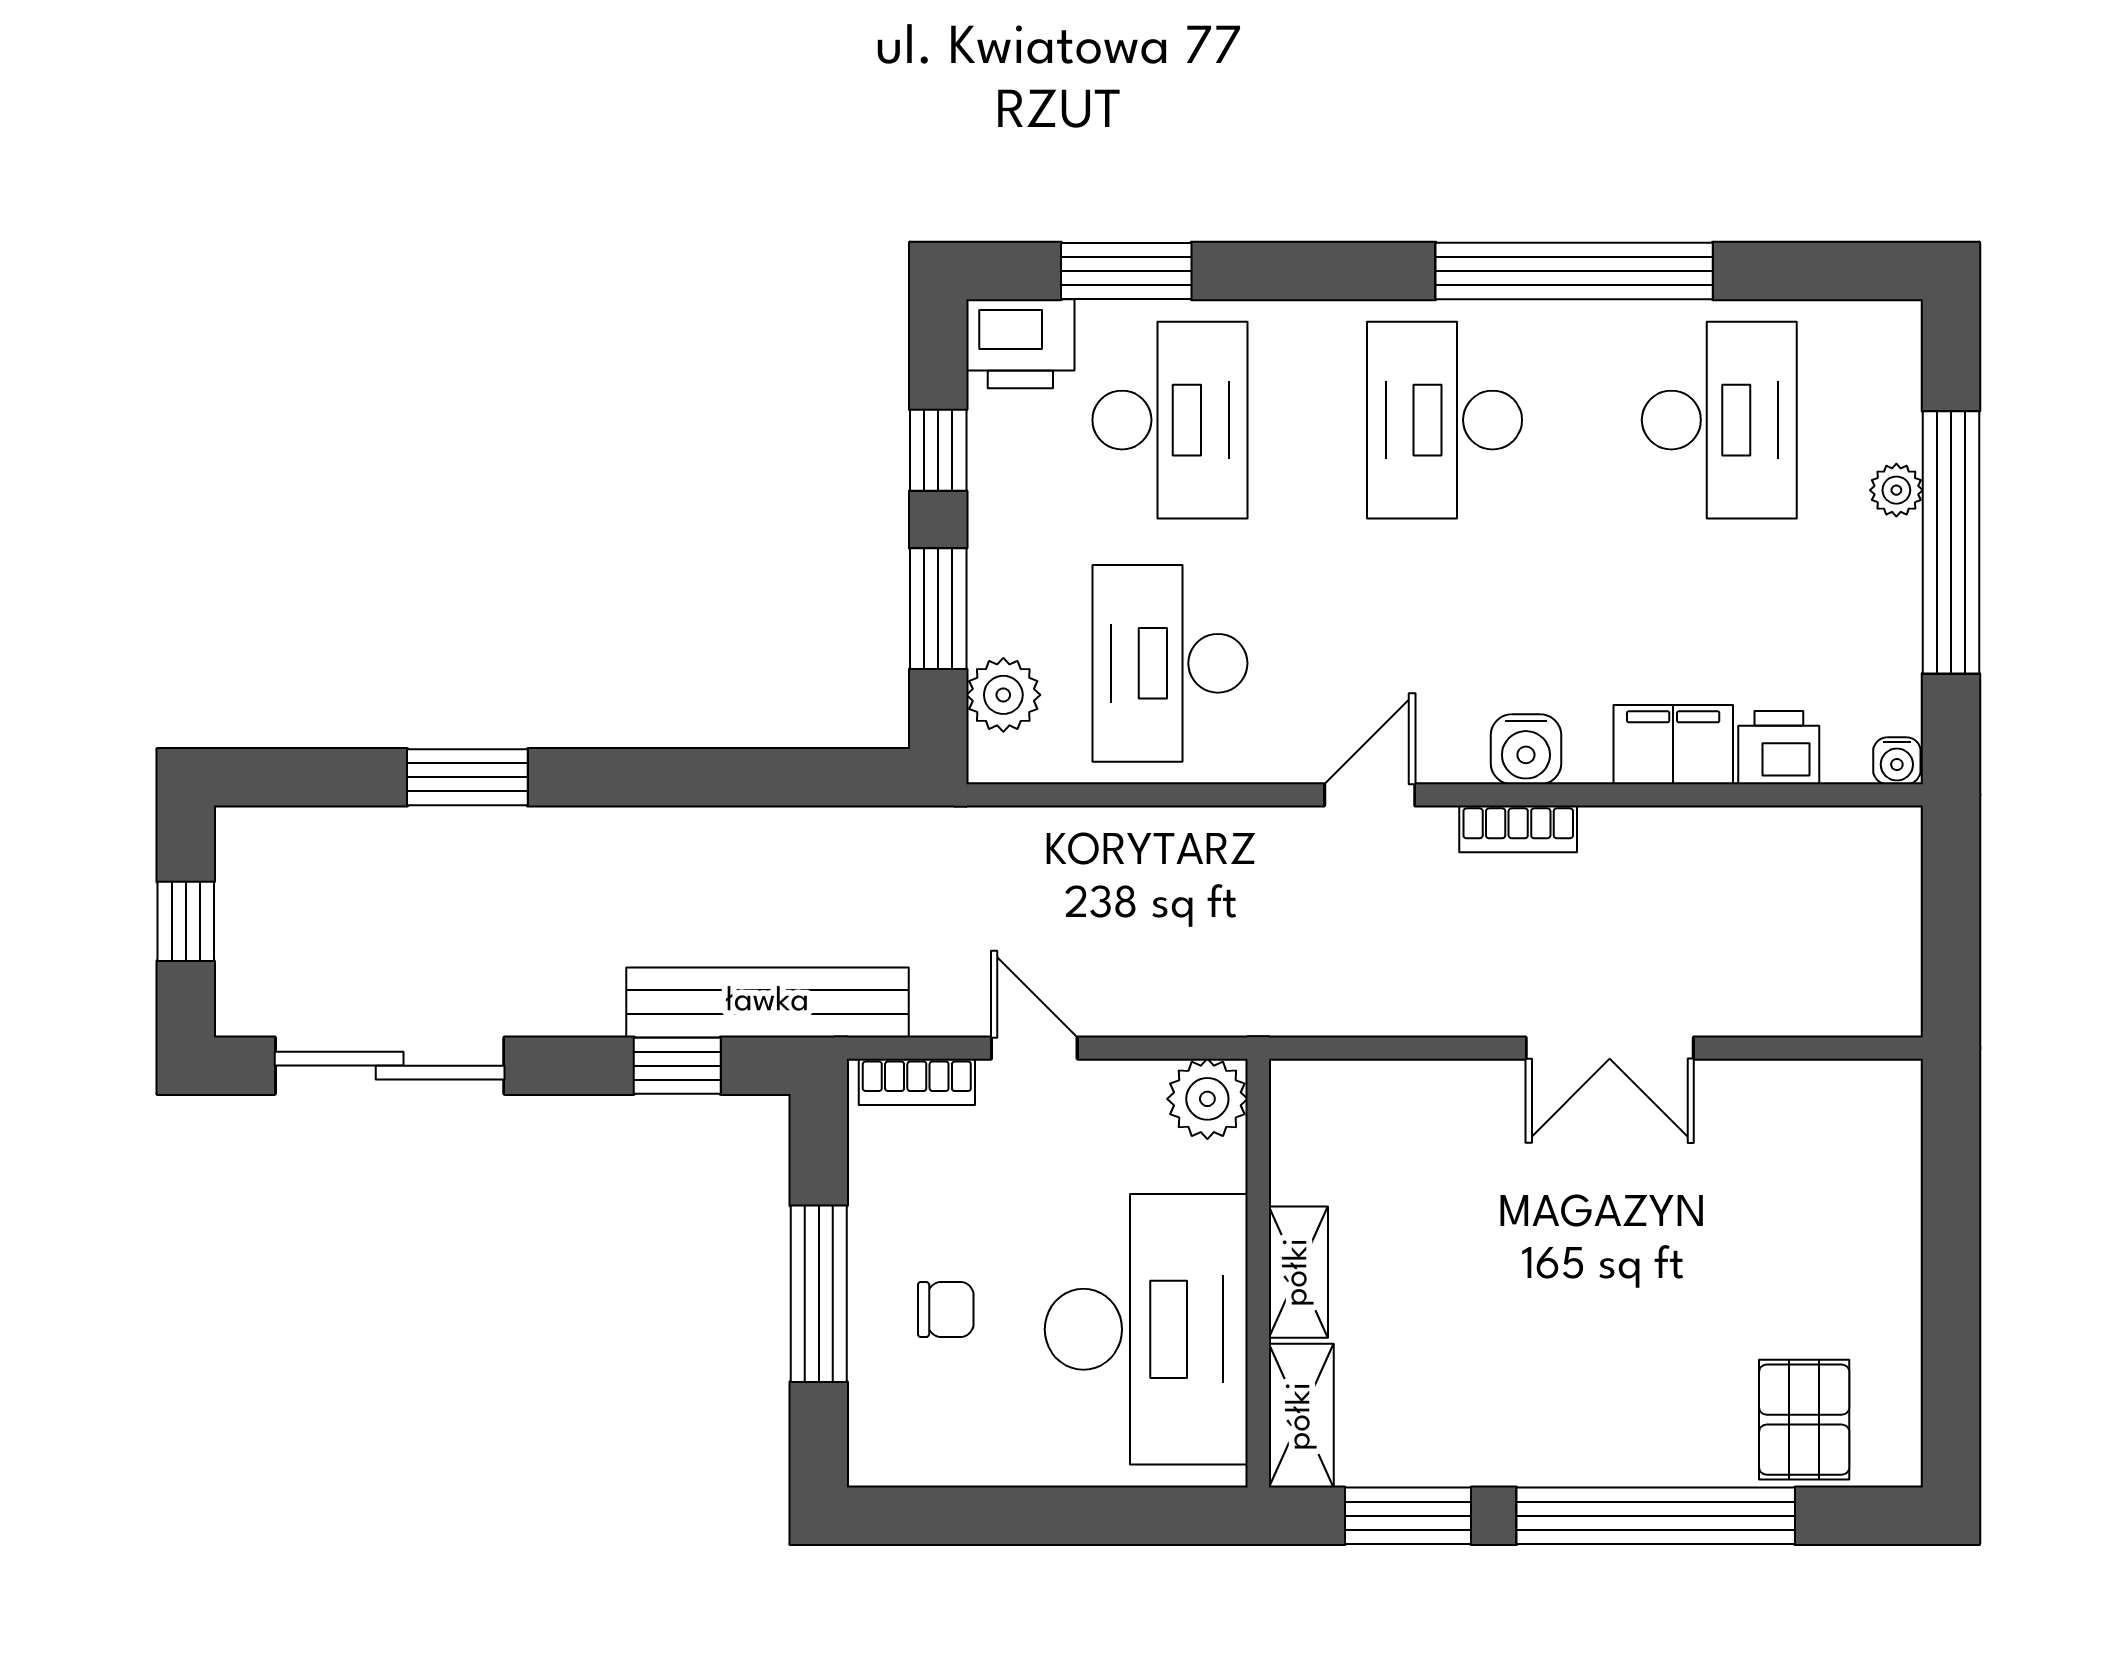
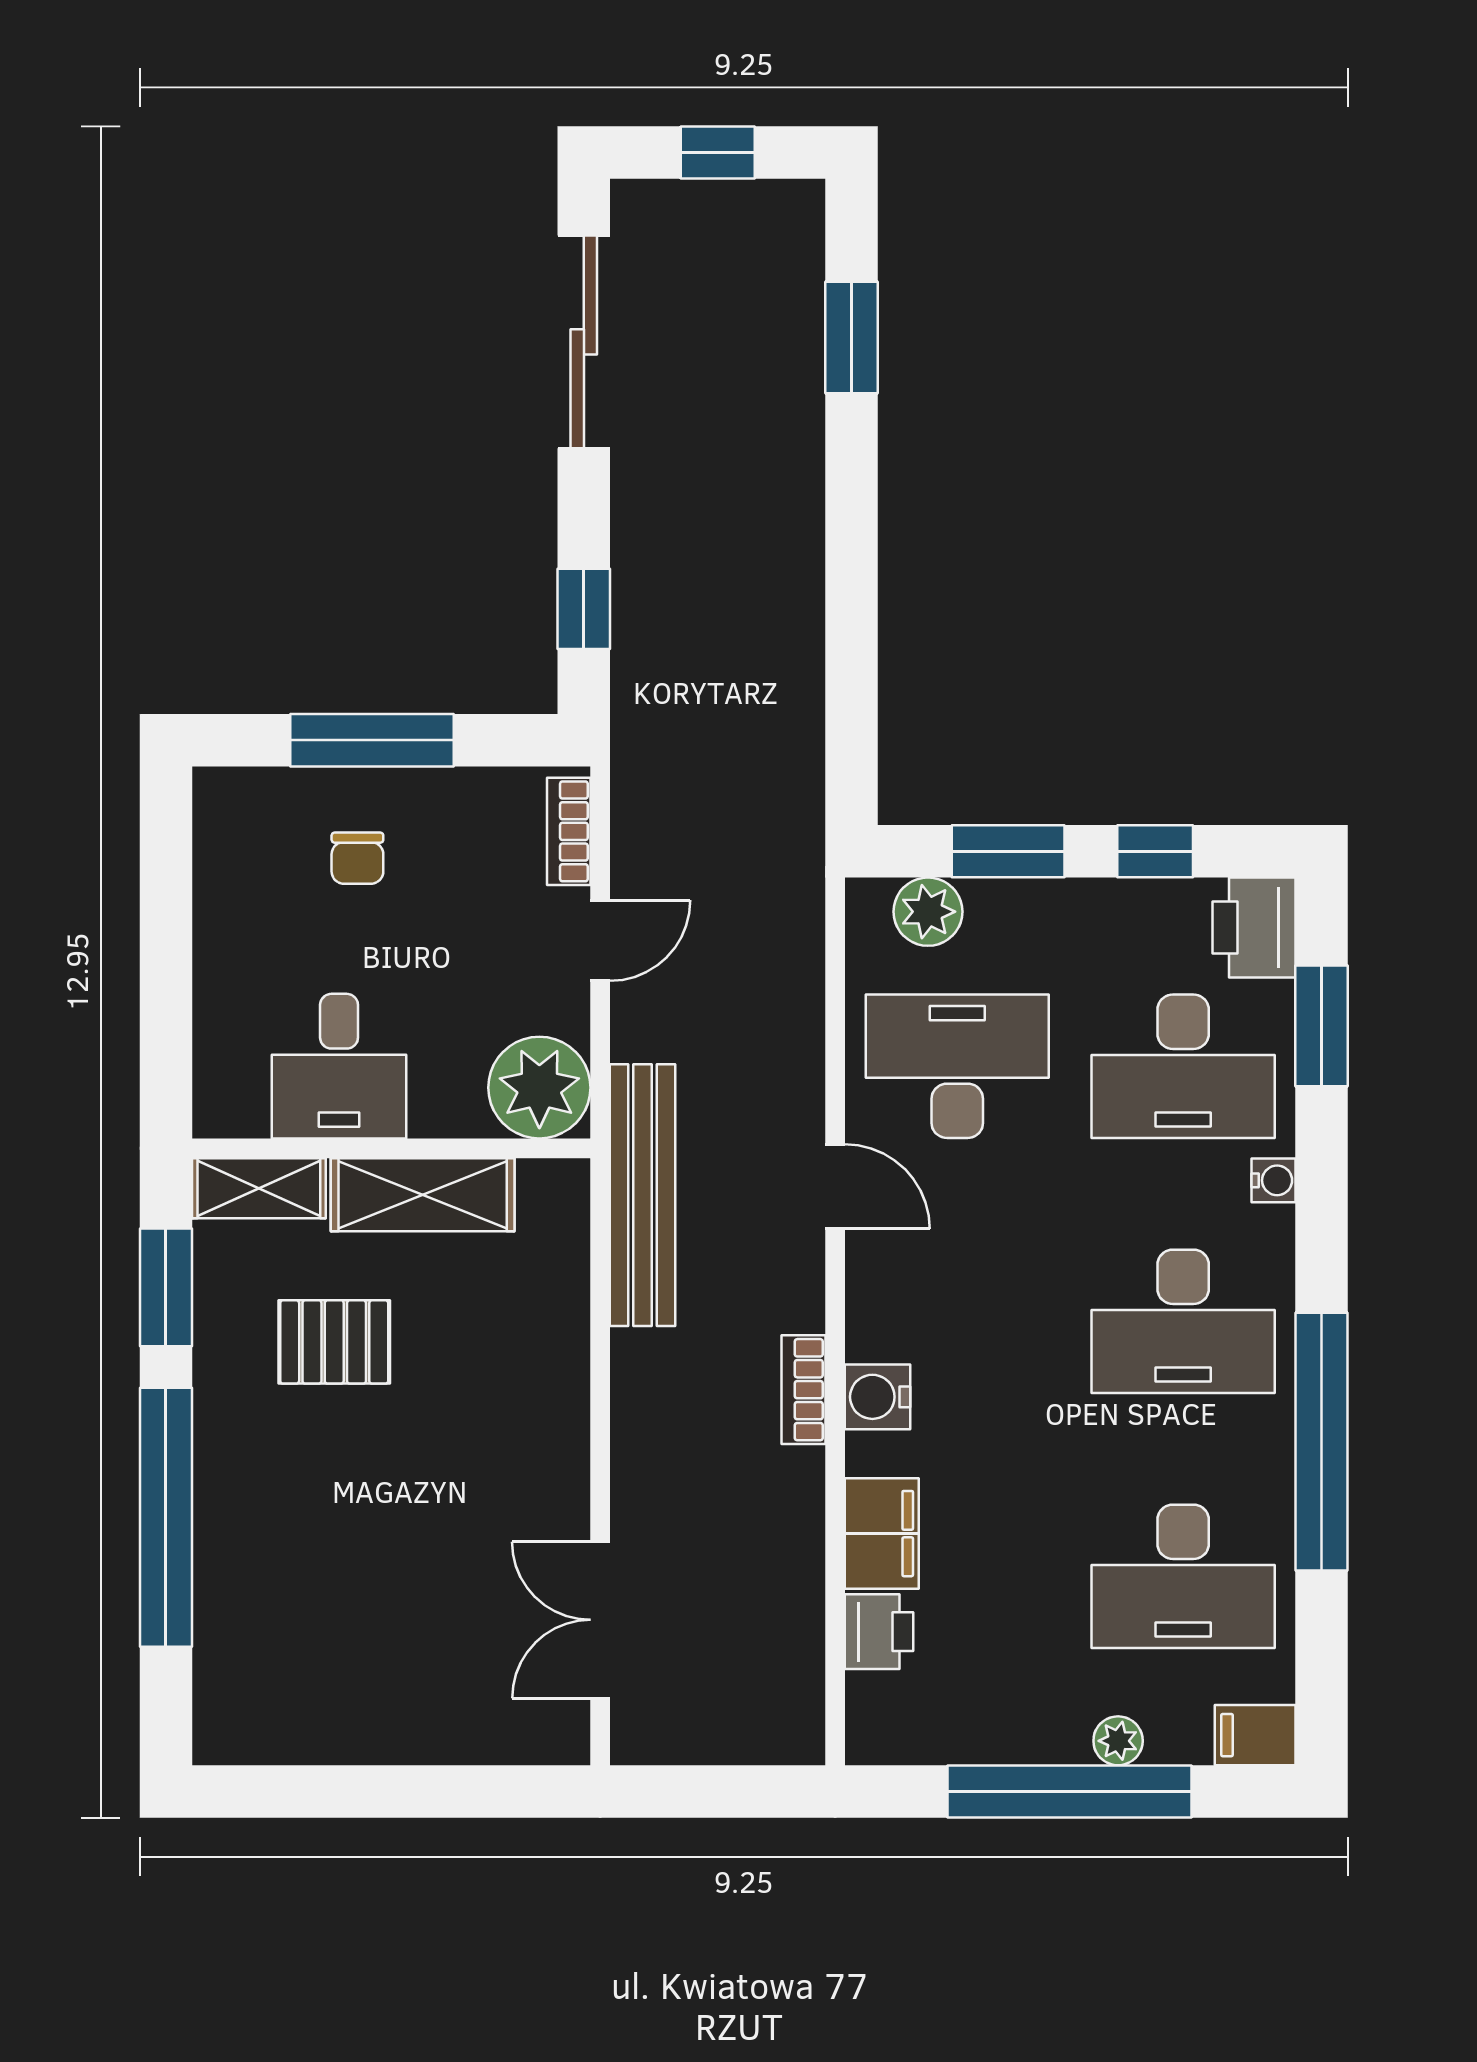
filing cabinet: (1890, 342) -> (1255, 1735), added
desk: (1445, 420) -> (1183, 1321), turned 180
water cooler: (1897, 761) -> (1274, 1180), moved, turned 180
window: (467, 777) -> (851, 338), moved
door: (1370, 795) -> (835, 1186), moved
bench: (767, 1002) -> (642, 1195), moved
double door: (1610, 1048) -> (600, 1620), moved
plant: (1207, 1099) -> (539, 1088), width x1.36, depth x1.36
shelving: (1298, 1272) -> (423, 1195), width x1.50, depth x1.33
desk: (1146, 1329) -> (339, 1066), width x0.53, depth x0.77
pallet: (1804, 1420) -> (334, 1342), moved

